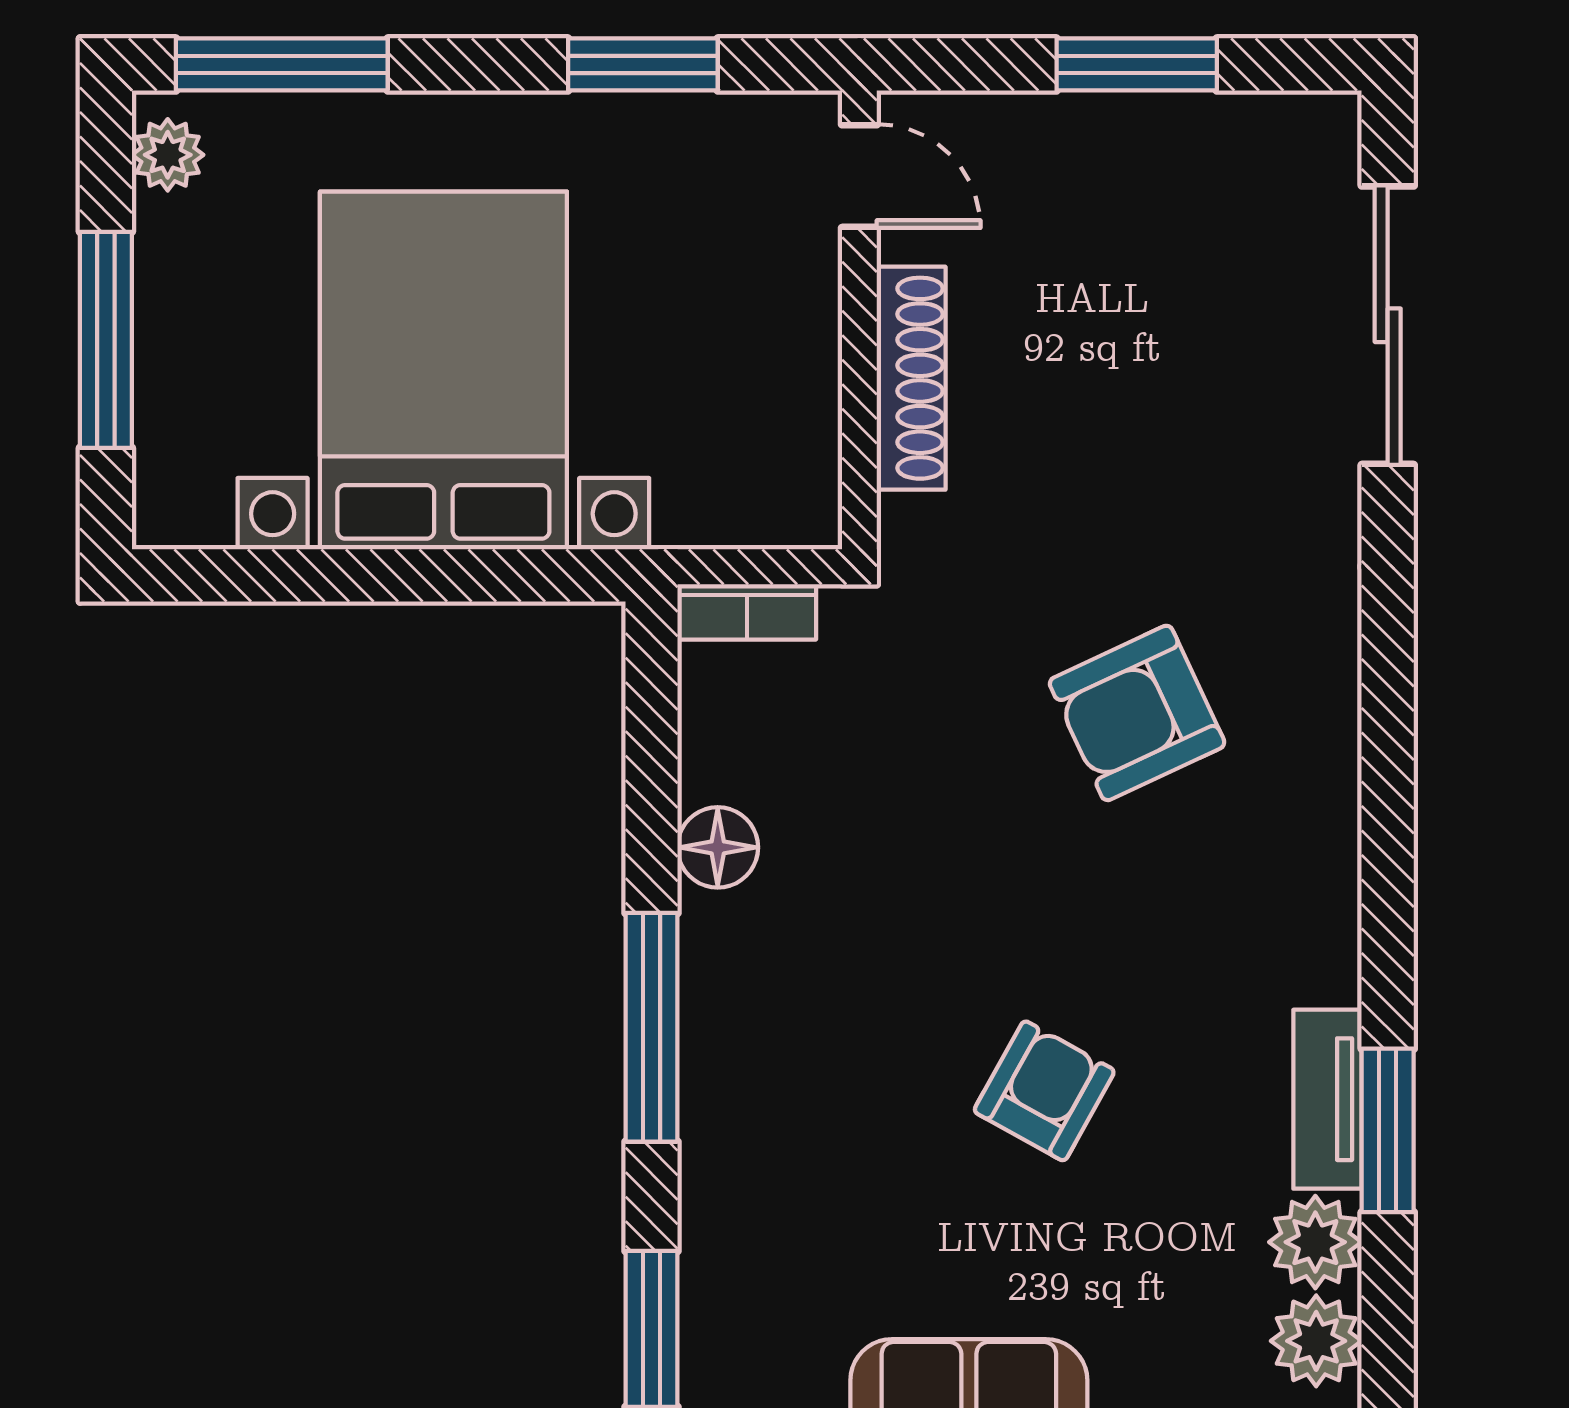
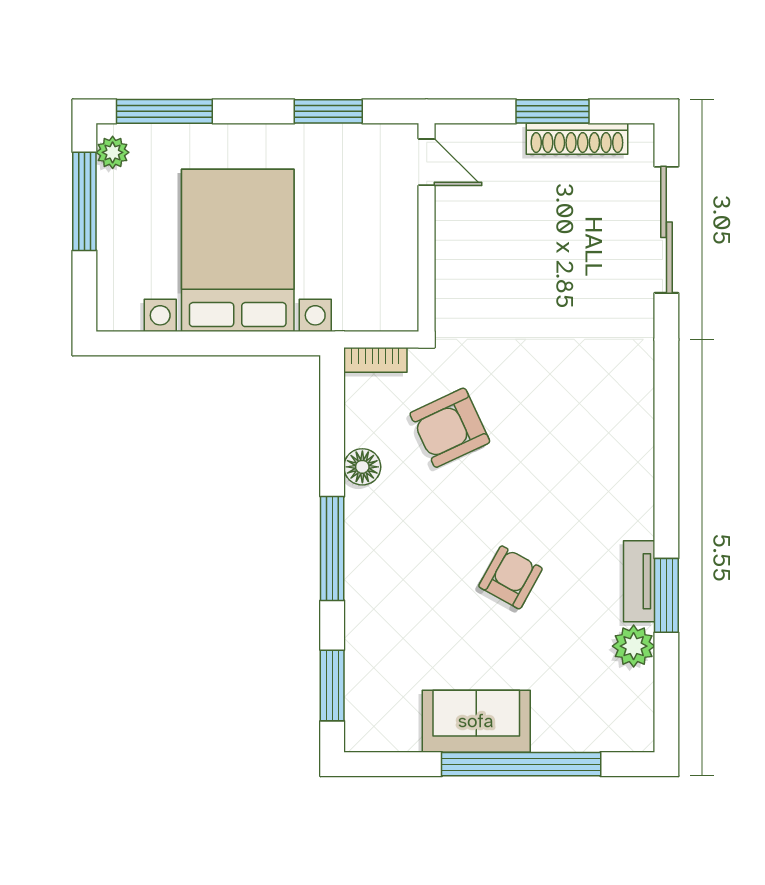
window: (106, 340) -> (84, 201), moved
shoe rack: (911, 378) -> (577, 139), moved, turned 90
armchair: (1137, 713) -> (450, 428), moved
plant: (1316, 1341) -> (634, 691), removed

